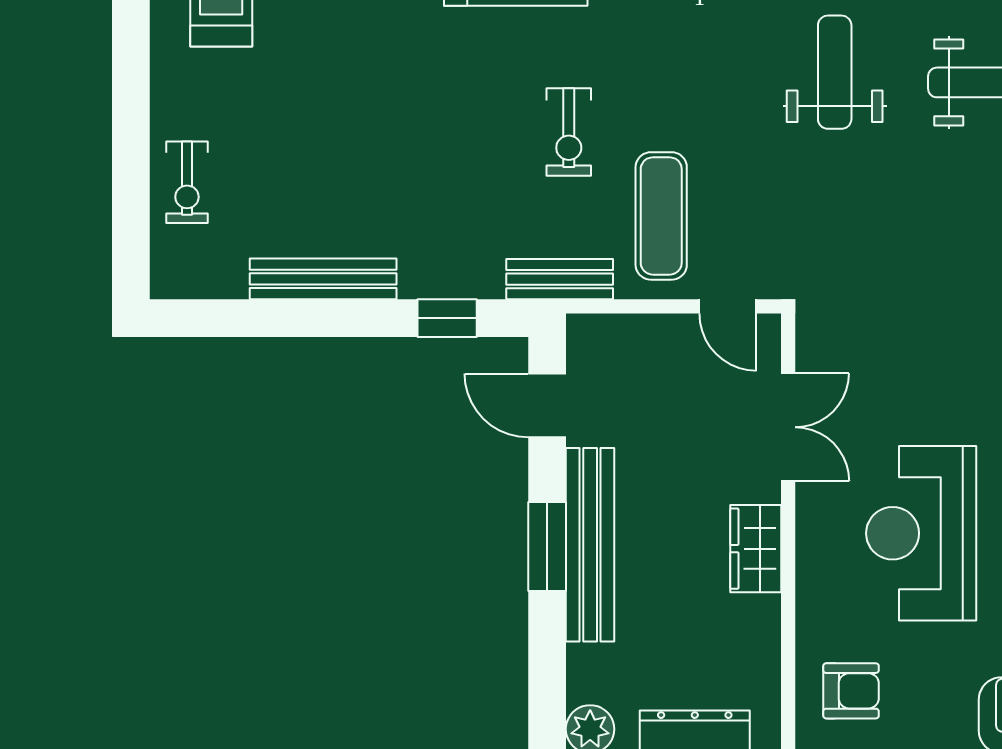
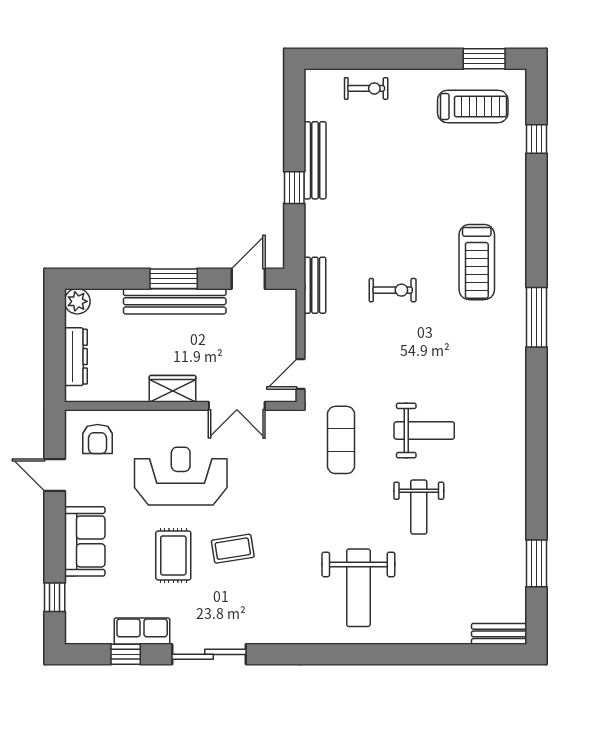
exercise bike: (569, 132) -> (393, 290), turned 180
exercise bike: (187, 182) -> (366, 88), turned 180
exercise mat: (661, 216) -> (341, 440), moved, turned 90
window: (447, 318) -> (294, 188), moved

